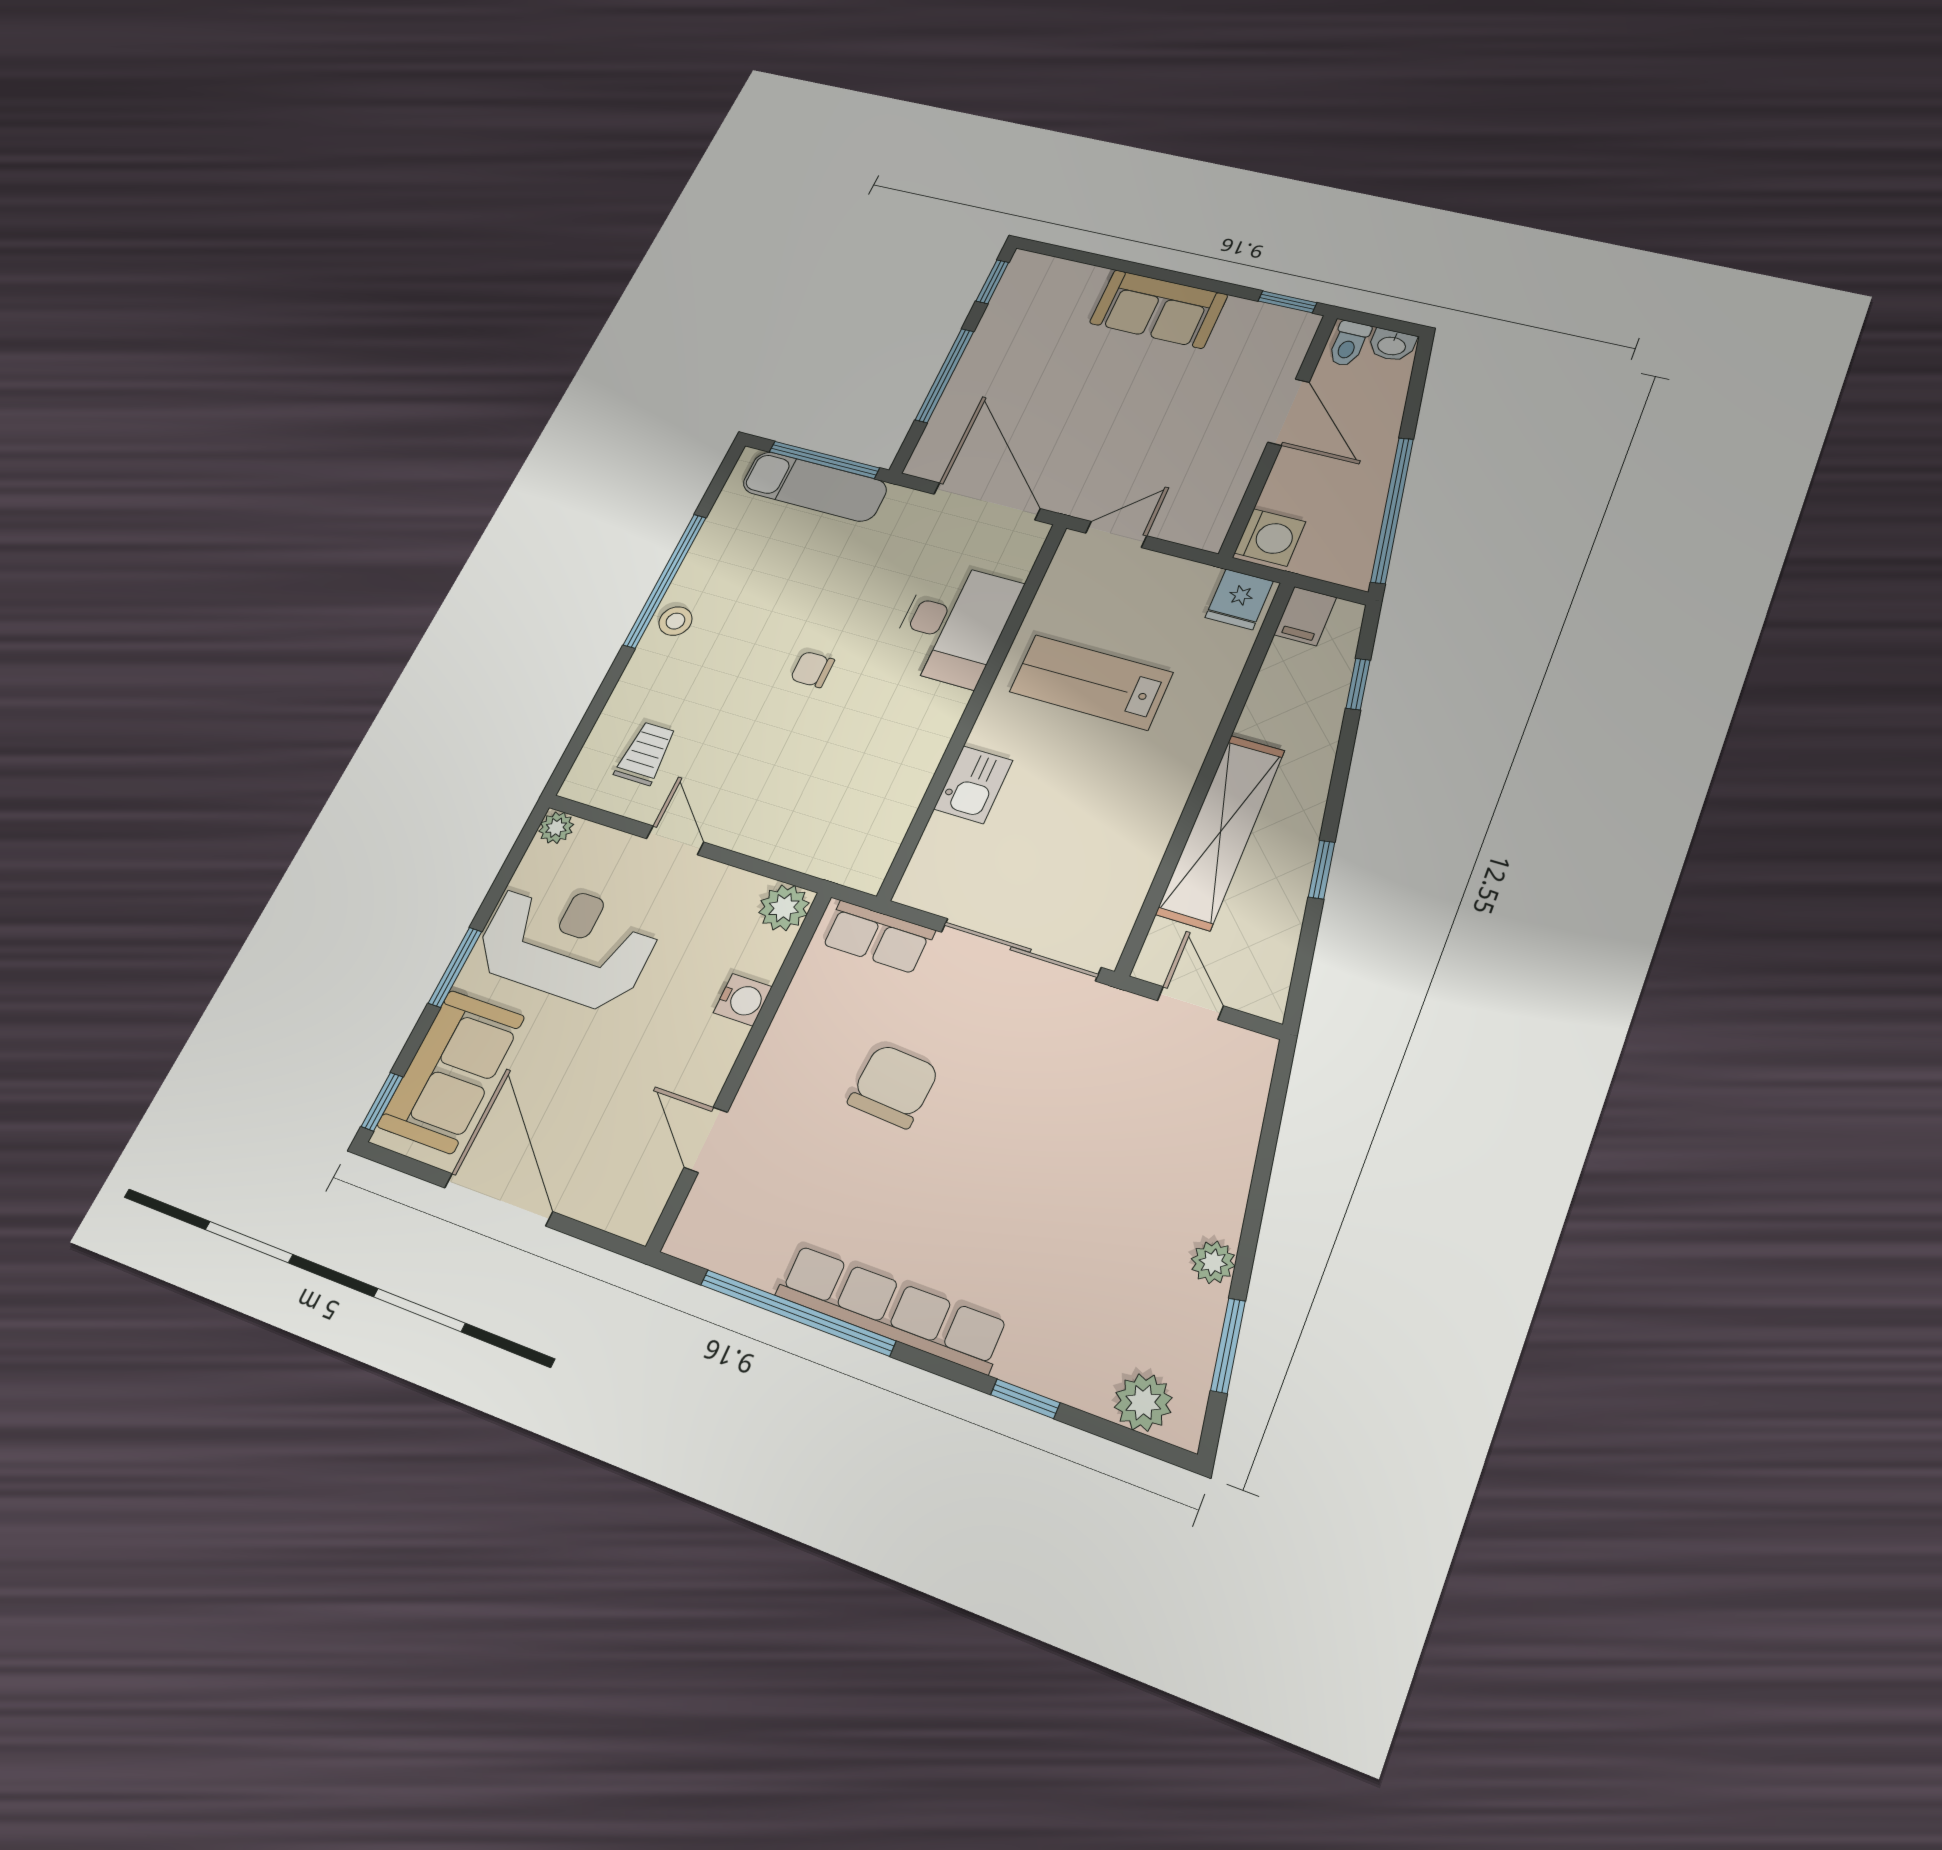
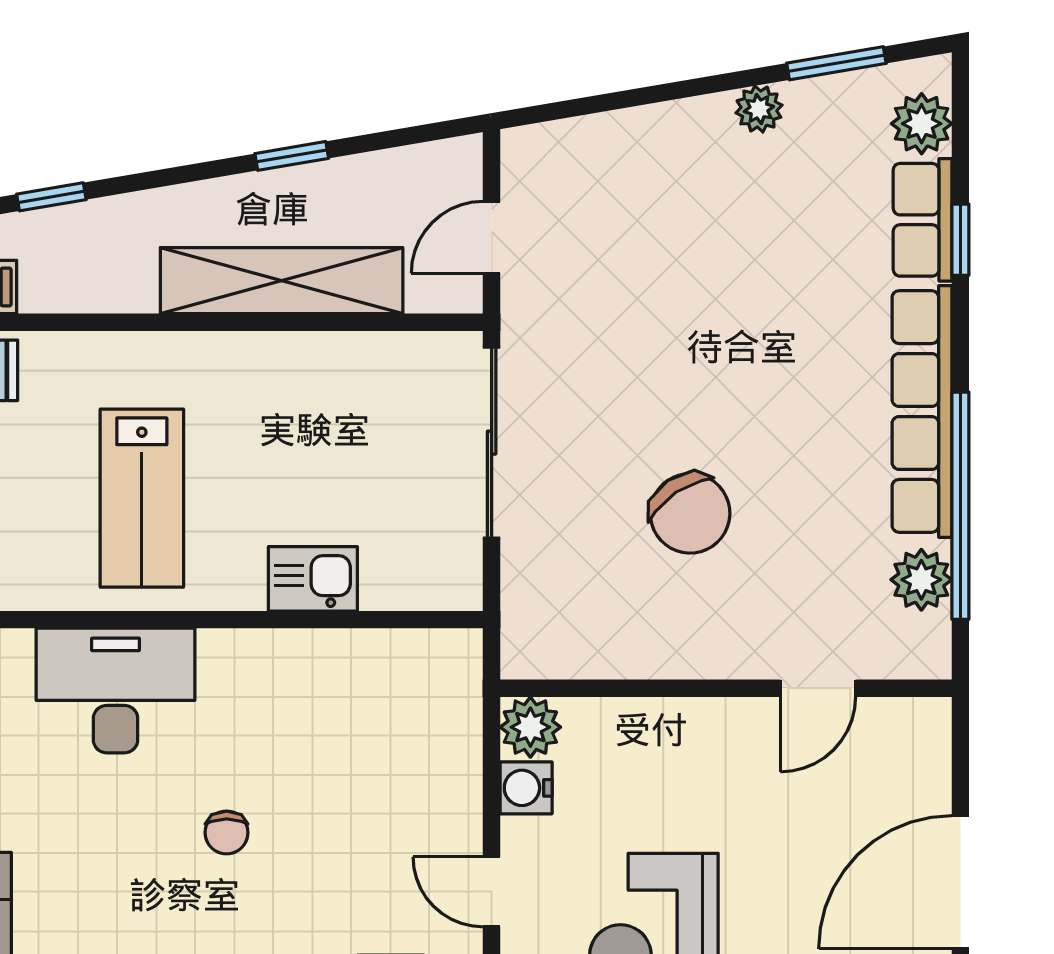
door: (675, 840) -> (492, 892), hinge flipped
row of seats: (878, 937) -> (923, 220), moved, turned 180
water cooler: (743, 1000) -> (526, 788), moved, turned -90
chair: (894, 1086) -> (690, 513), turned -128
plant: (752, 1256) -> (921, 580), added

